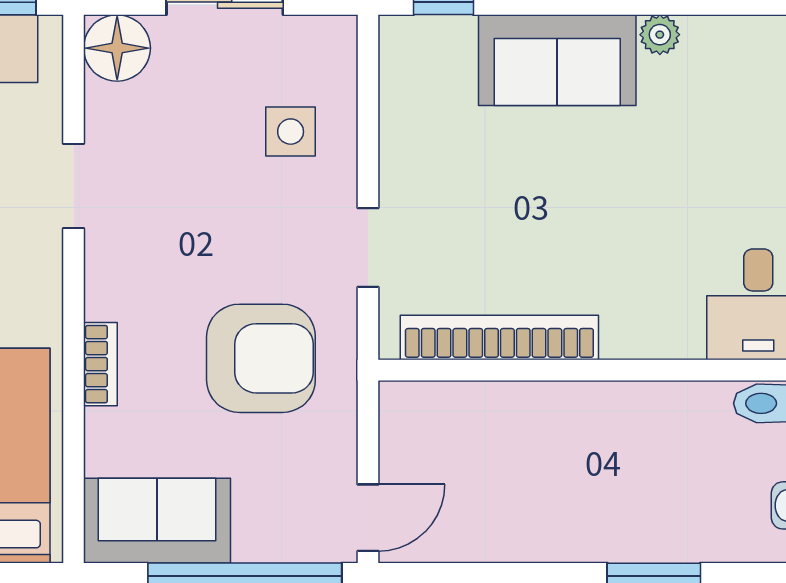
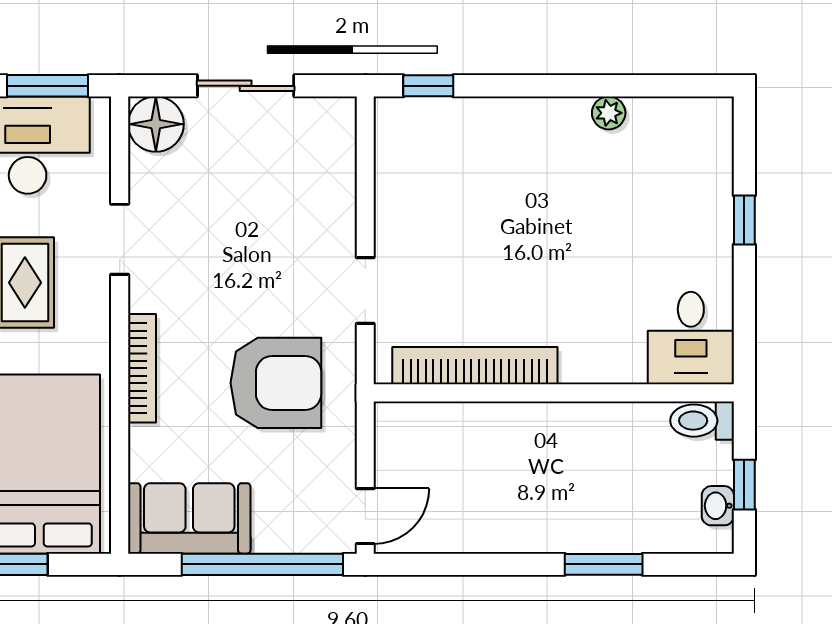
sofa: (557, 60) -> (523, 134), removed
side table: (291, 132) -> (301, 194), removed
bookcase: (100, 364) -> (142, 368), width x1.56

